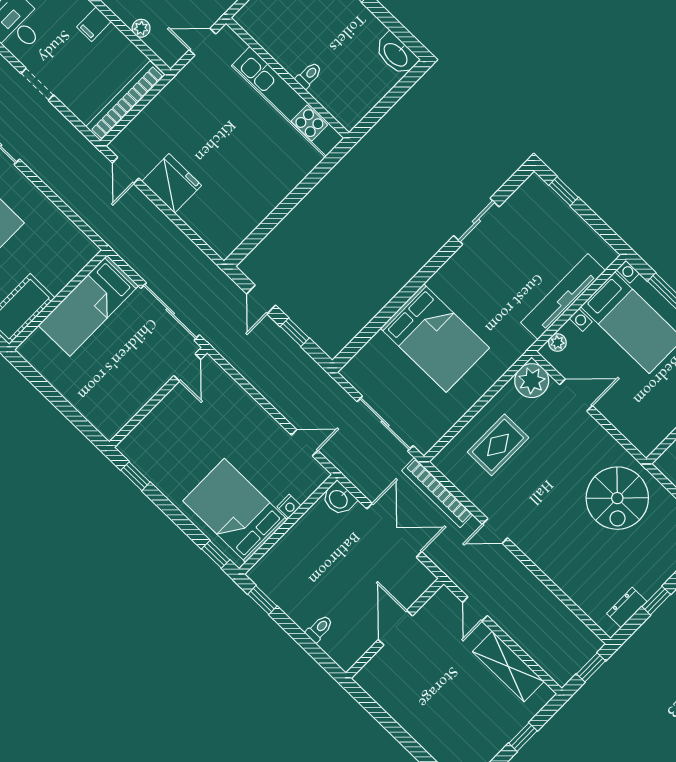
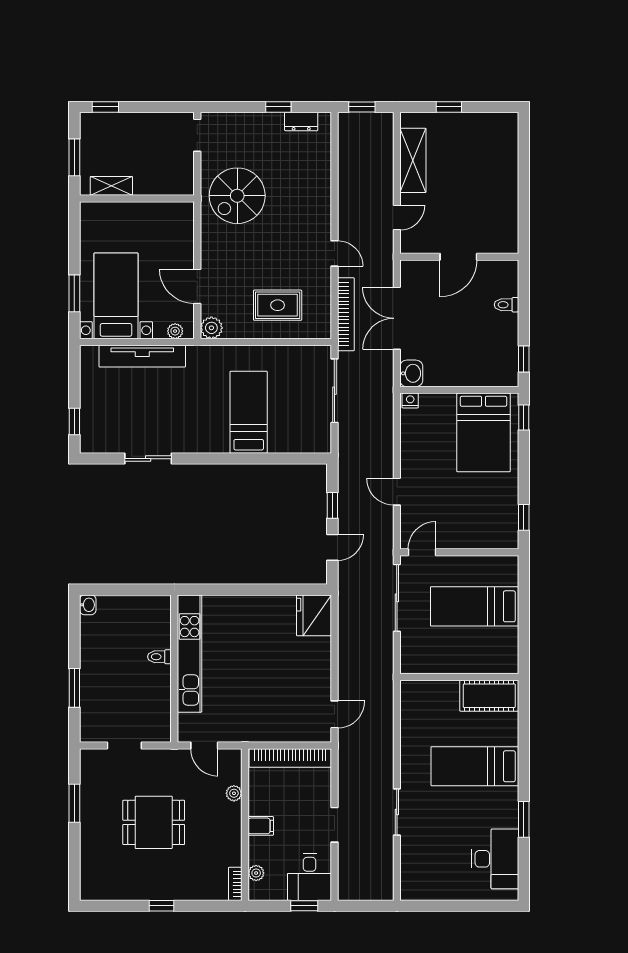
washbasin: (396, 54) -> (88, 605), width x0.52, depth x0.69
fridge: (172, 183) -> (314, 615), moved
bed: (88, 306) -> (475, 606), moved, turned 180
bed: (435, 338) -> (249, 412), width x0.67
plant: (532, 381) -> (211, 328), width x0.73, depth x0.73
door: (305, 443) -> (397, 492), moved
spiral stairs: (617, 498) -> (237, 196), turned 180
nightstand: (289, 506) -> (410, 401), moved

